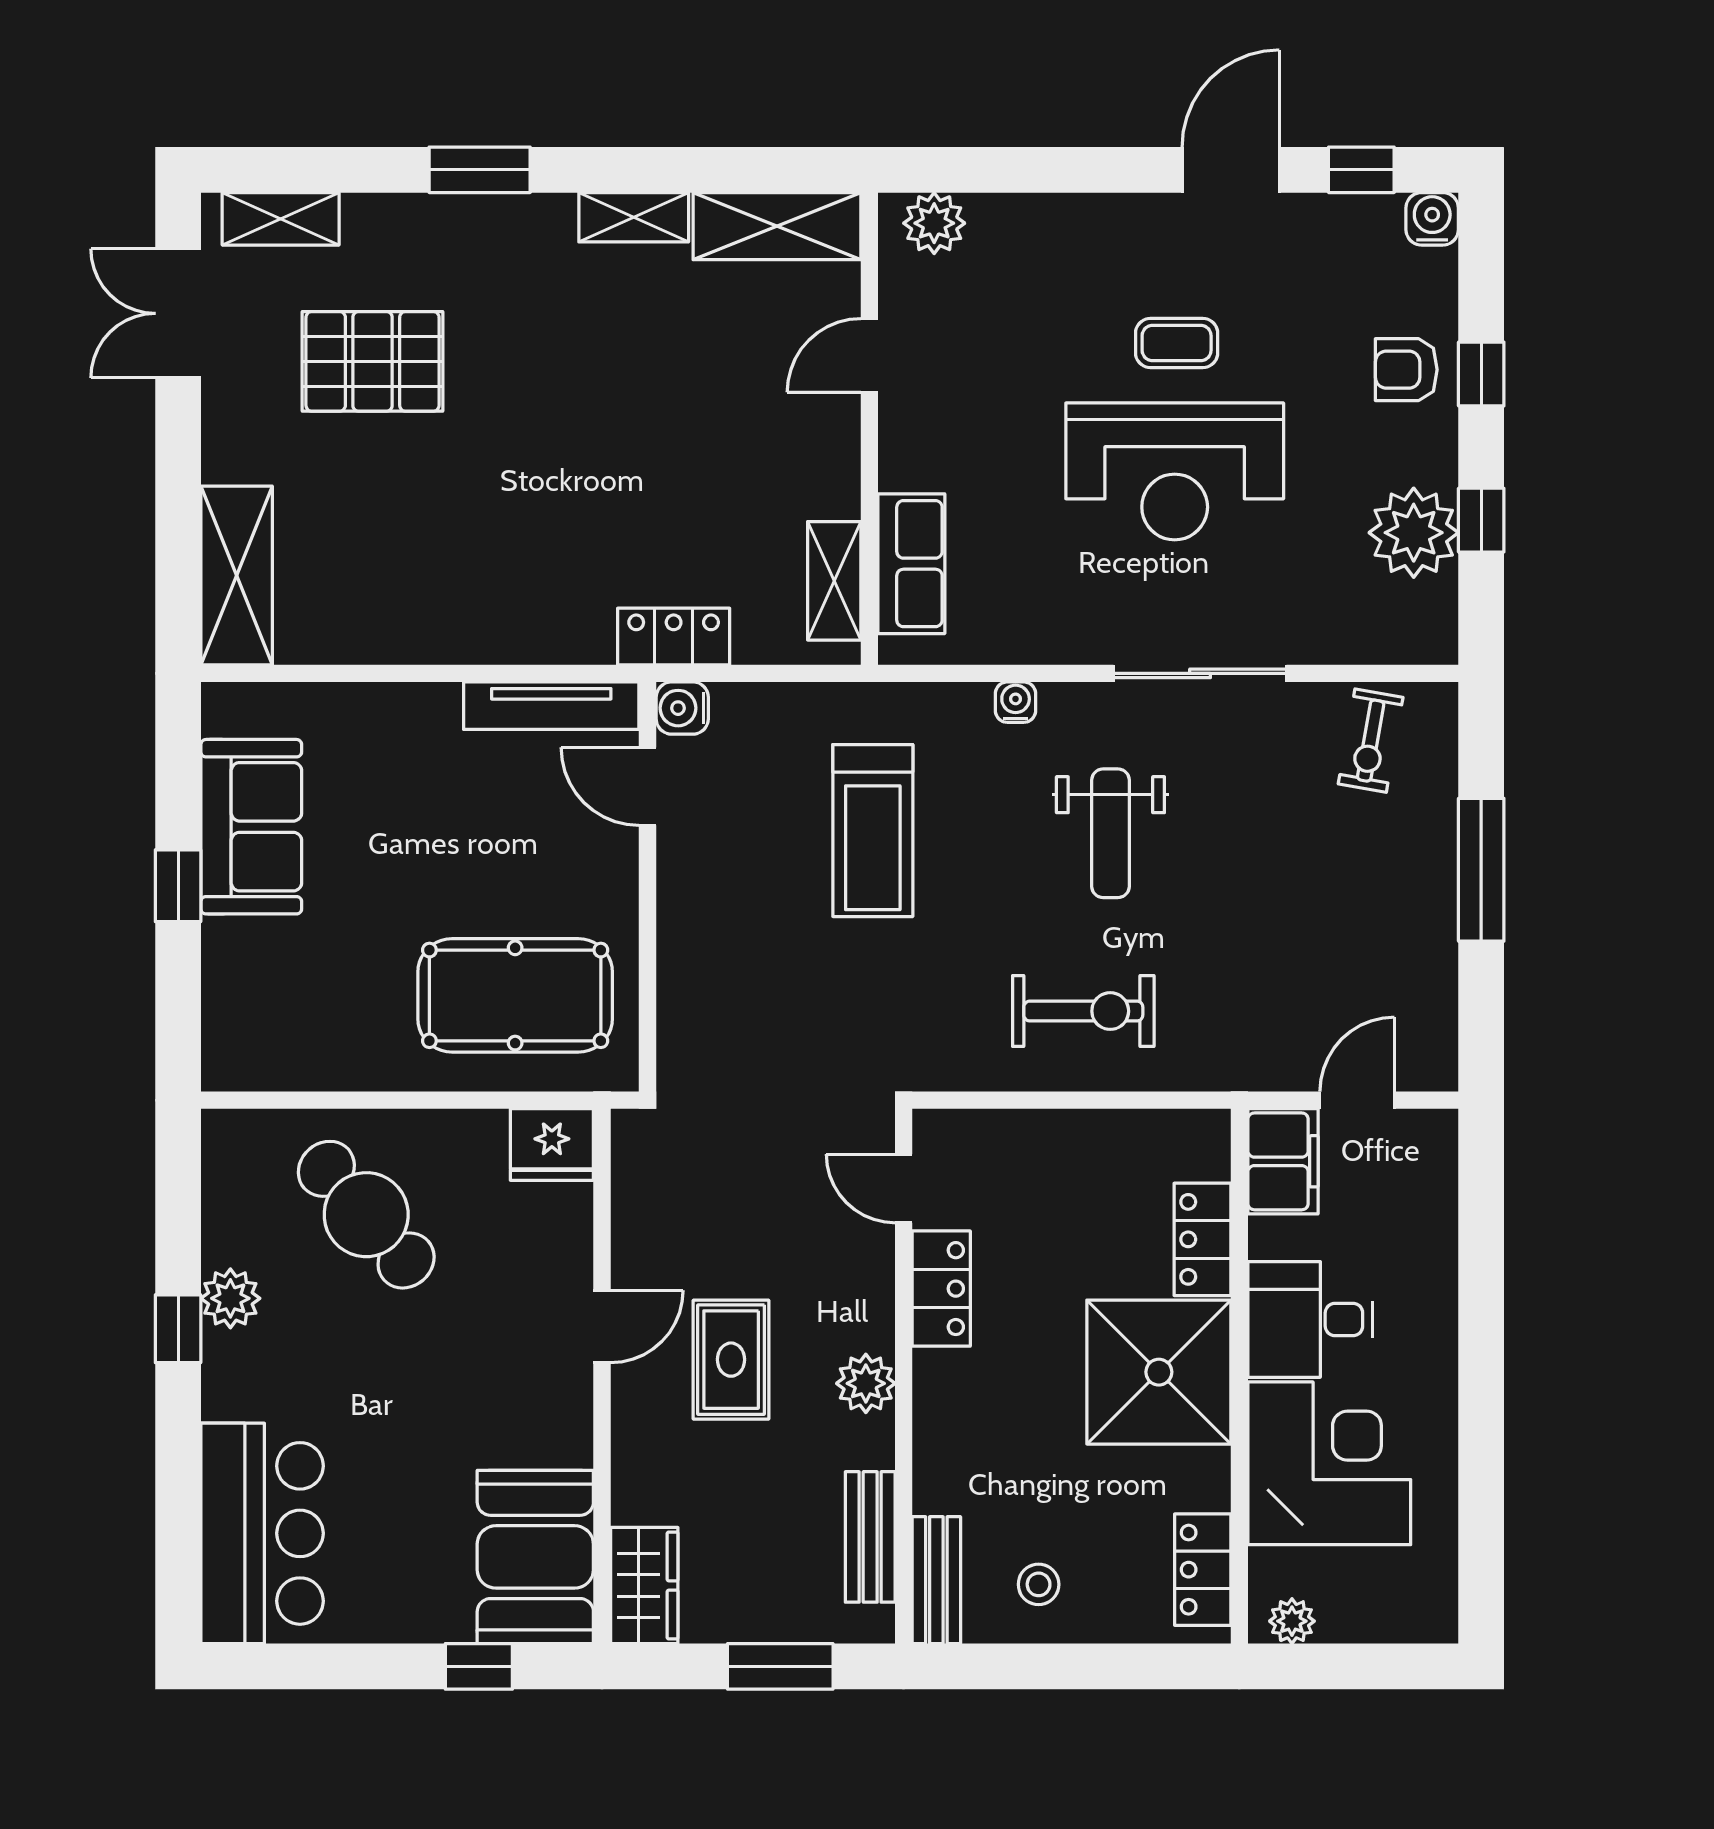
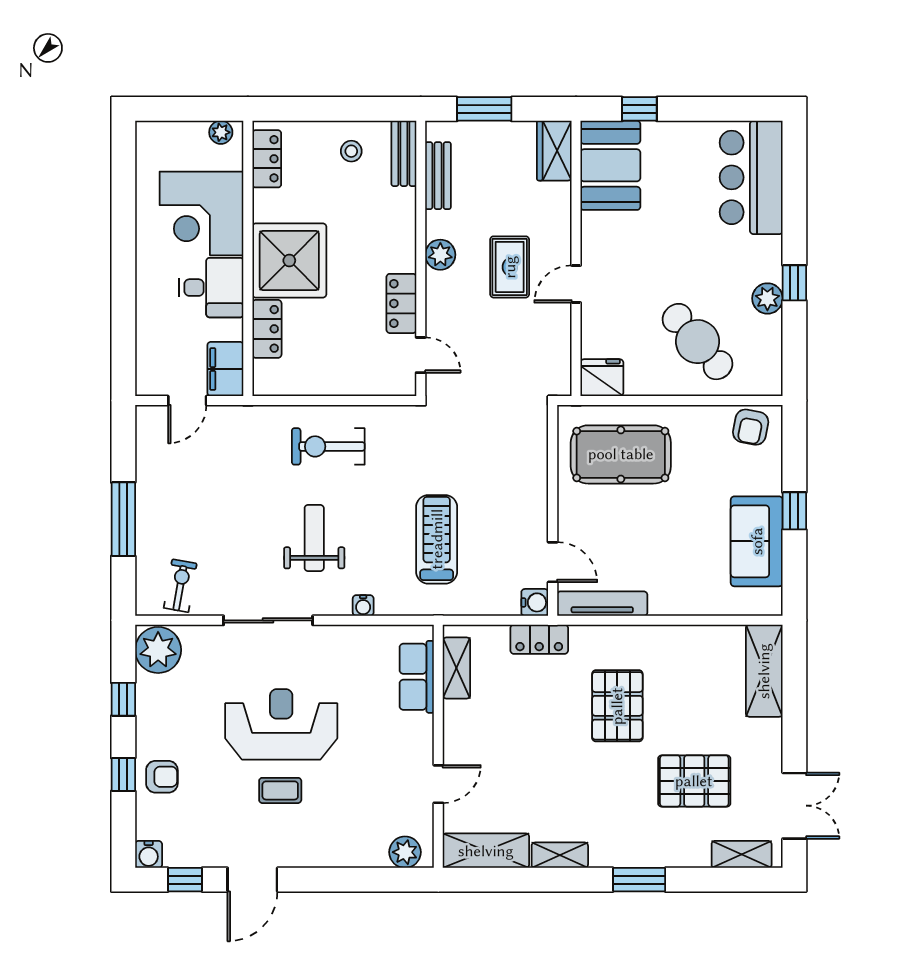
pallet: (522, 507) -> (617, 706), added
plant: (1414, 533) -> (158, 650), moved
armchair: (263, 1049) -> (751, 427), added

